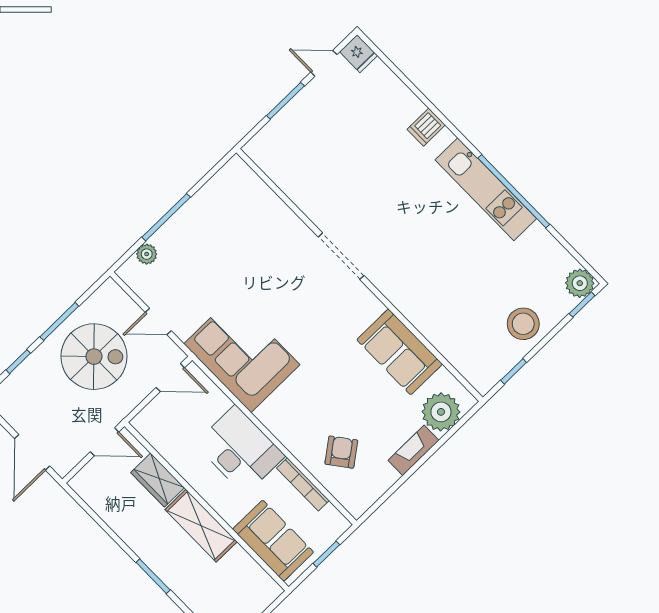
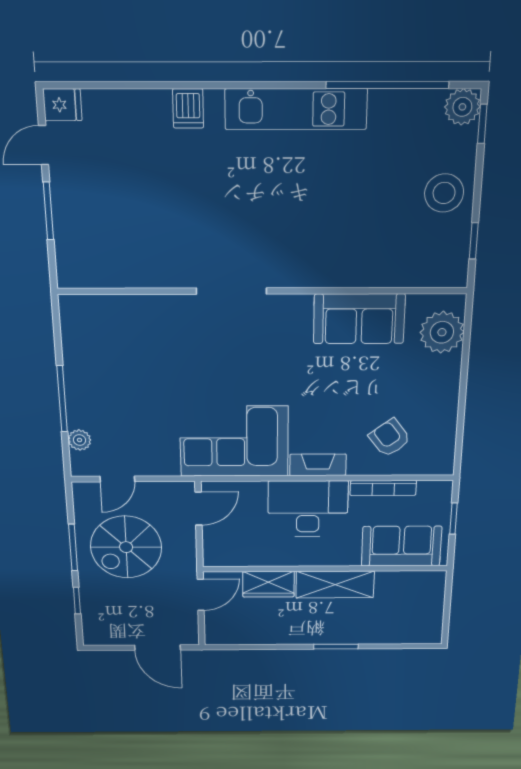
window: (514, 191) -> (387, 85), moved
door: (158, 321) -> (117, 479), moved
spiral stairs: (94, 357) -> (126, 547), turned 180
fireplace: (414, 450) -> (318, 465), moved, turned 90

